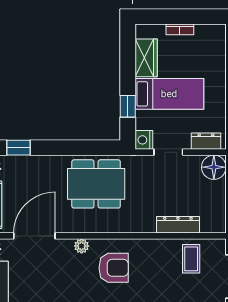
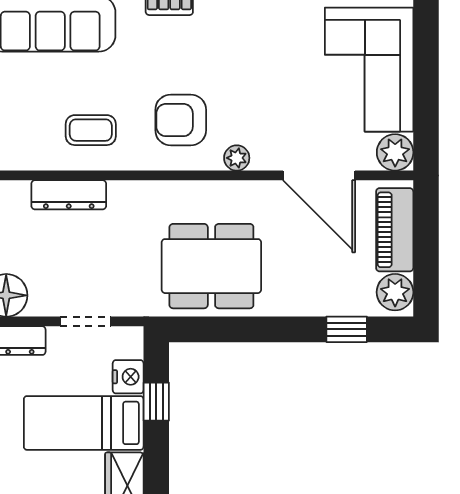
nightstand: (144, 140) -> (128, 377), moved
door: (34, 236) -> (319, 175), hinge flipped
coffee table: (191, 259) -> (91, 130), moved, turned 90

